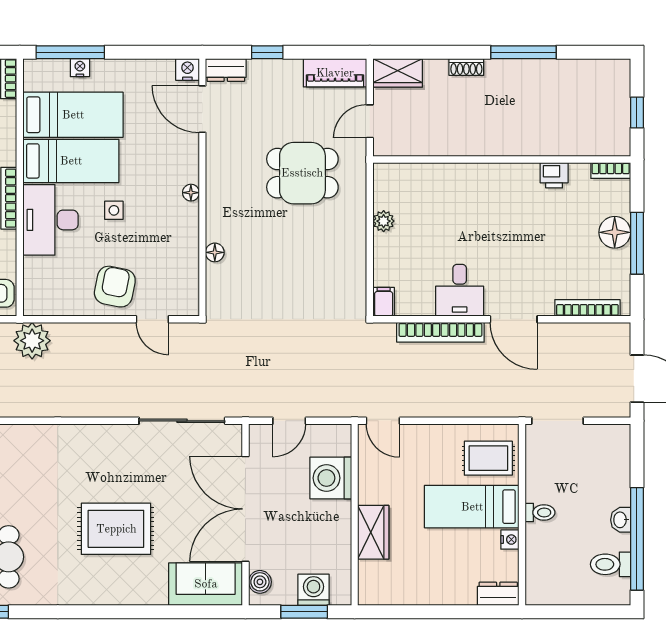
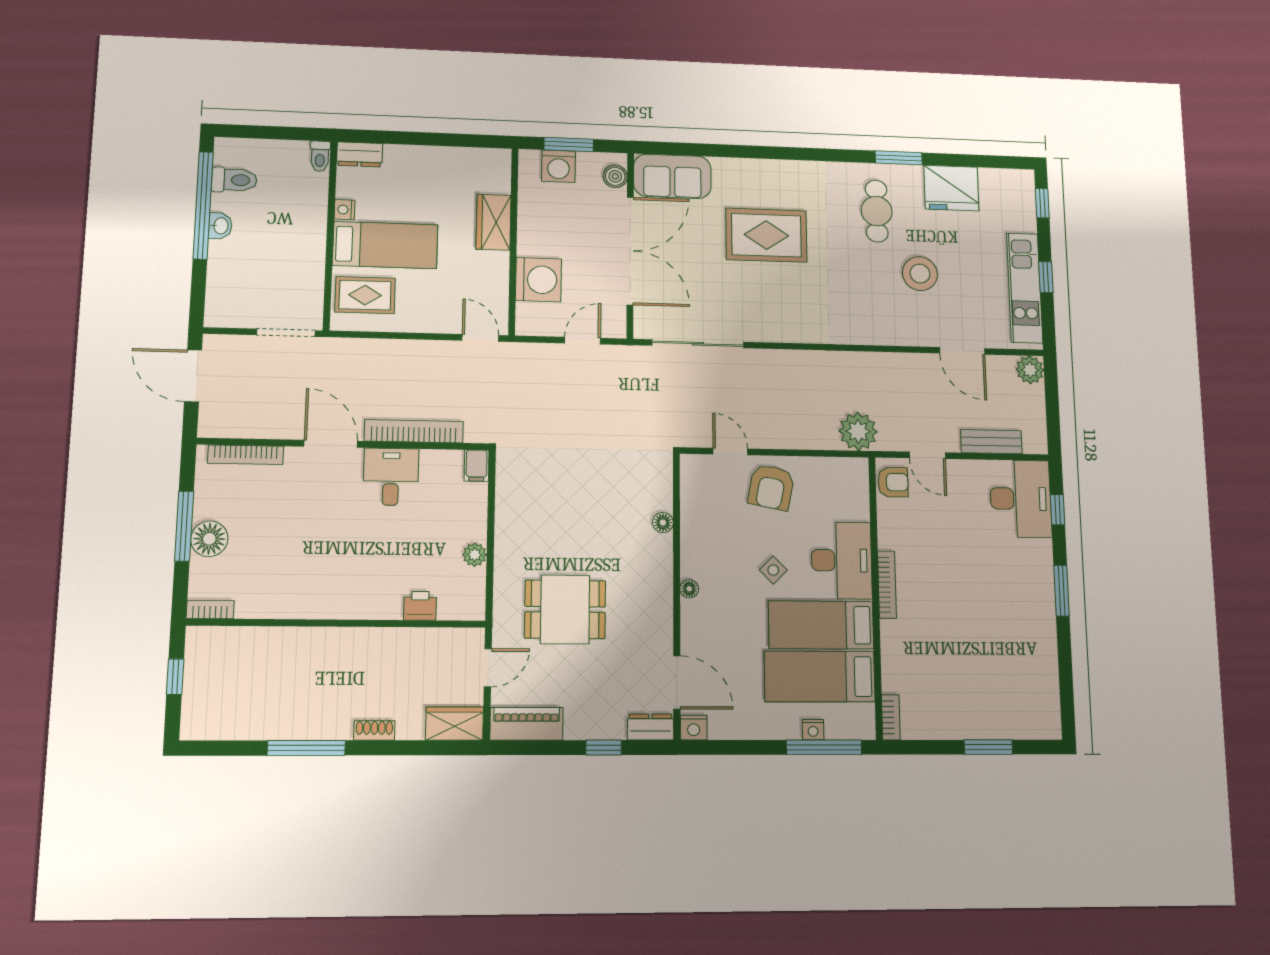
printer: (554, 175) -> (420, 606), moved
side table: (114, 210) -> (773, 570), turned 45
toilet: (540, 512) -> (320, 156), moved, turned -90

